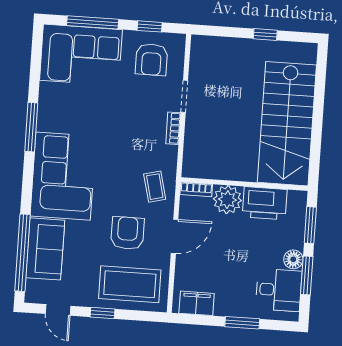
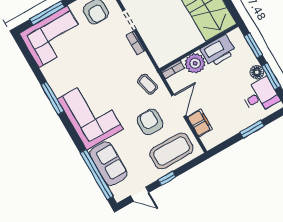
filing cabinet: (197, 303) -> (200, 123), moved, turned 90

